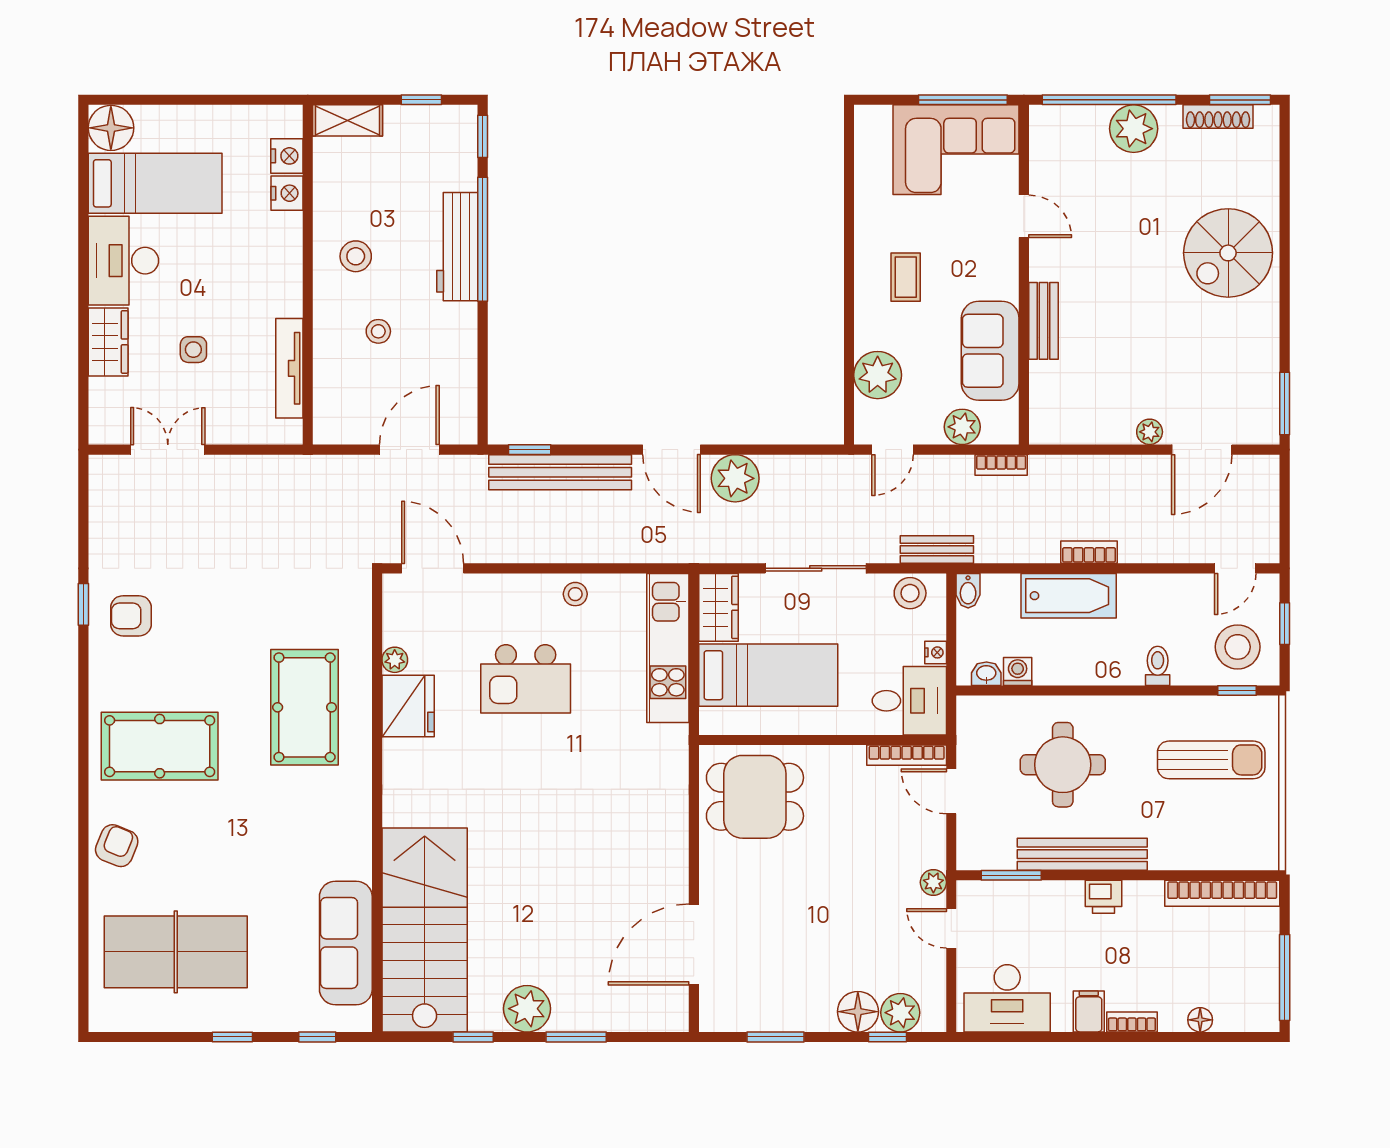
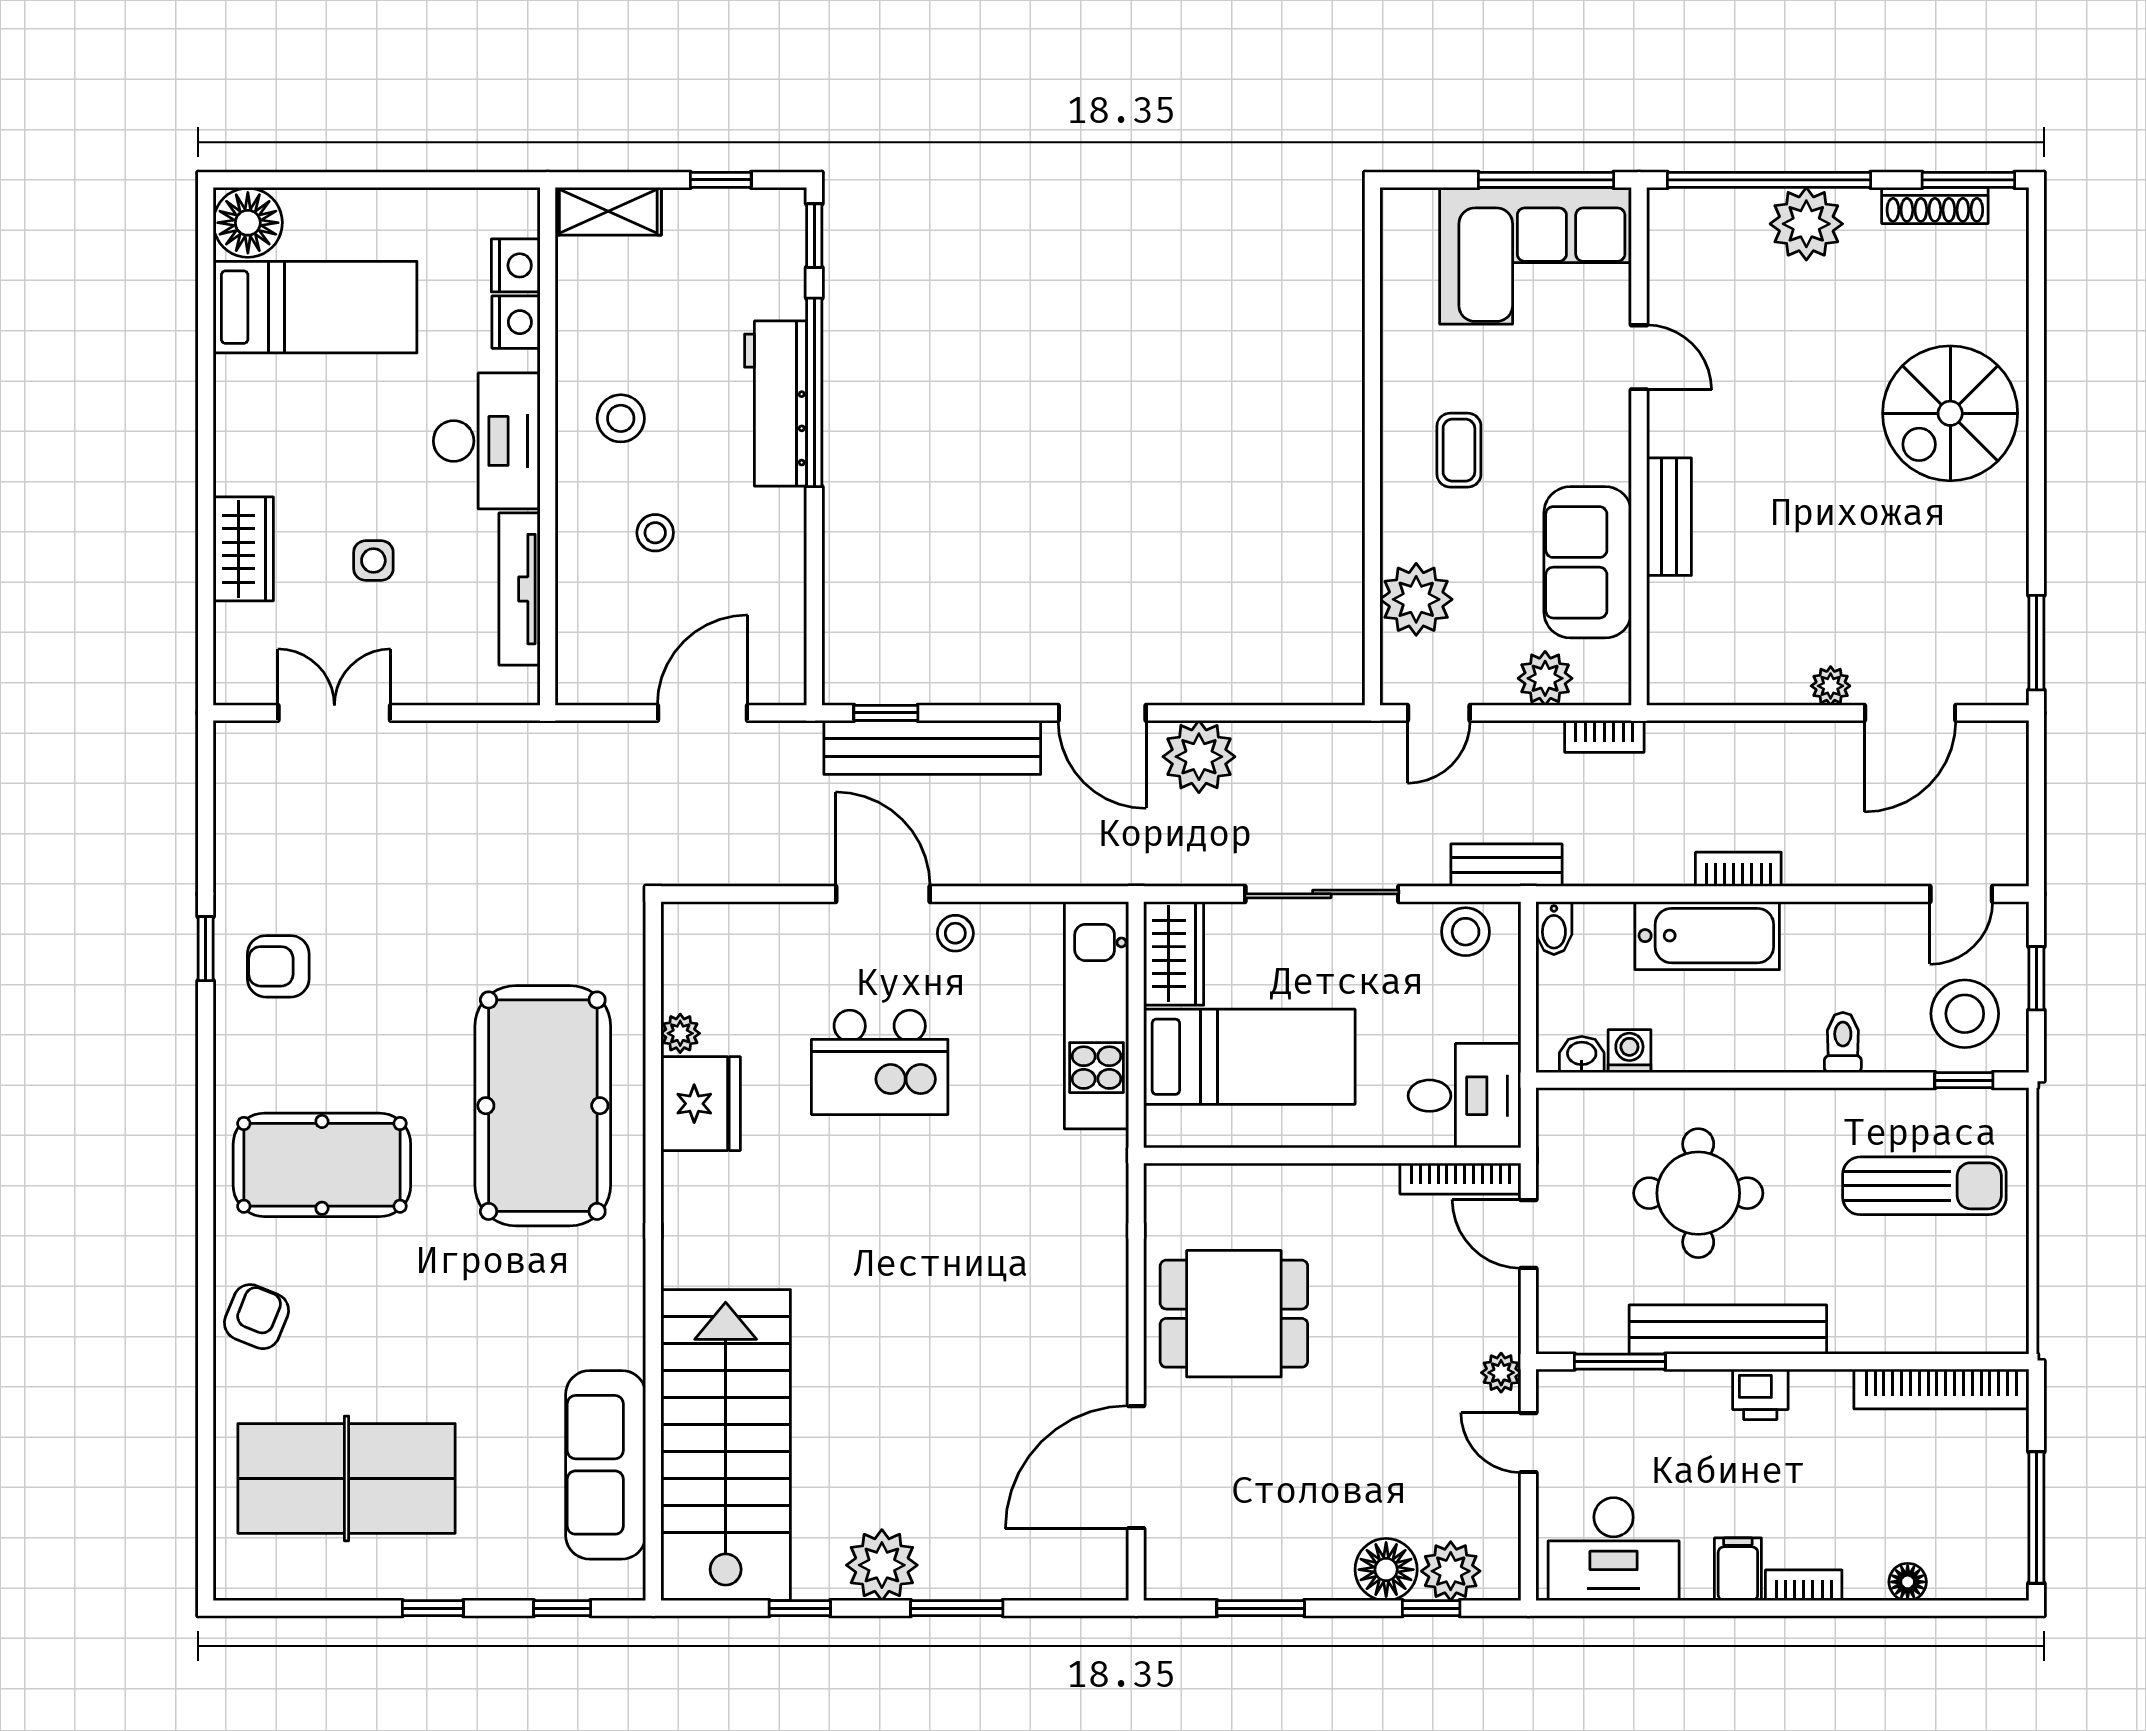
desk: (123, 261) -> (487, 441), moved, turned 180
door: (433, 568) -> (883, 894), moved
nightstand: (936, 652) -> (1505, 1022), removed
pool table: (305, 707) -> (543, 1106), width x1.36, depth x1.32
dining table: (755, 797) -> (1234, 1314), moved

